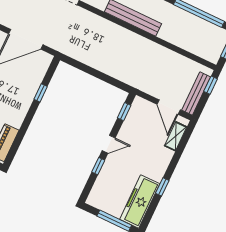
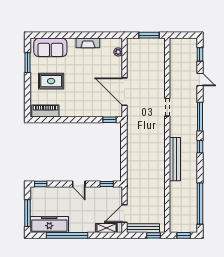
window: (41, 93) -> (109, 120), moved
window: (98, 166) -> (41, 184), moved
window: (162, 187) -> (67, 235), width x3.17

